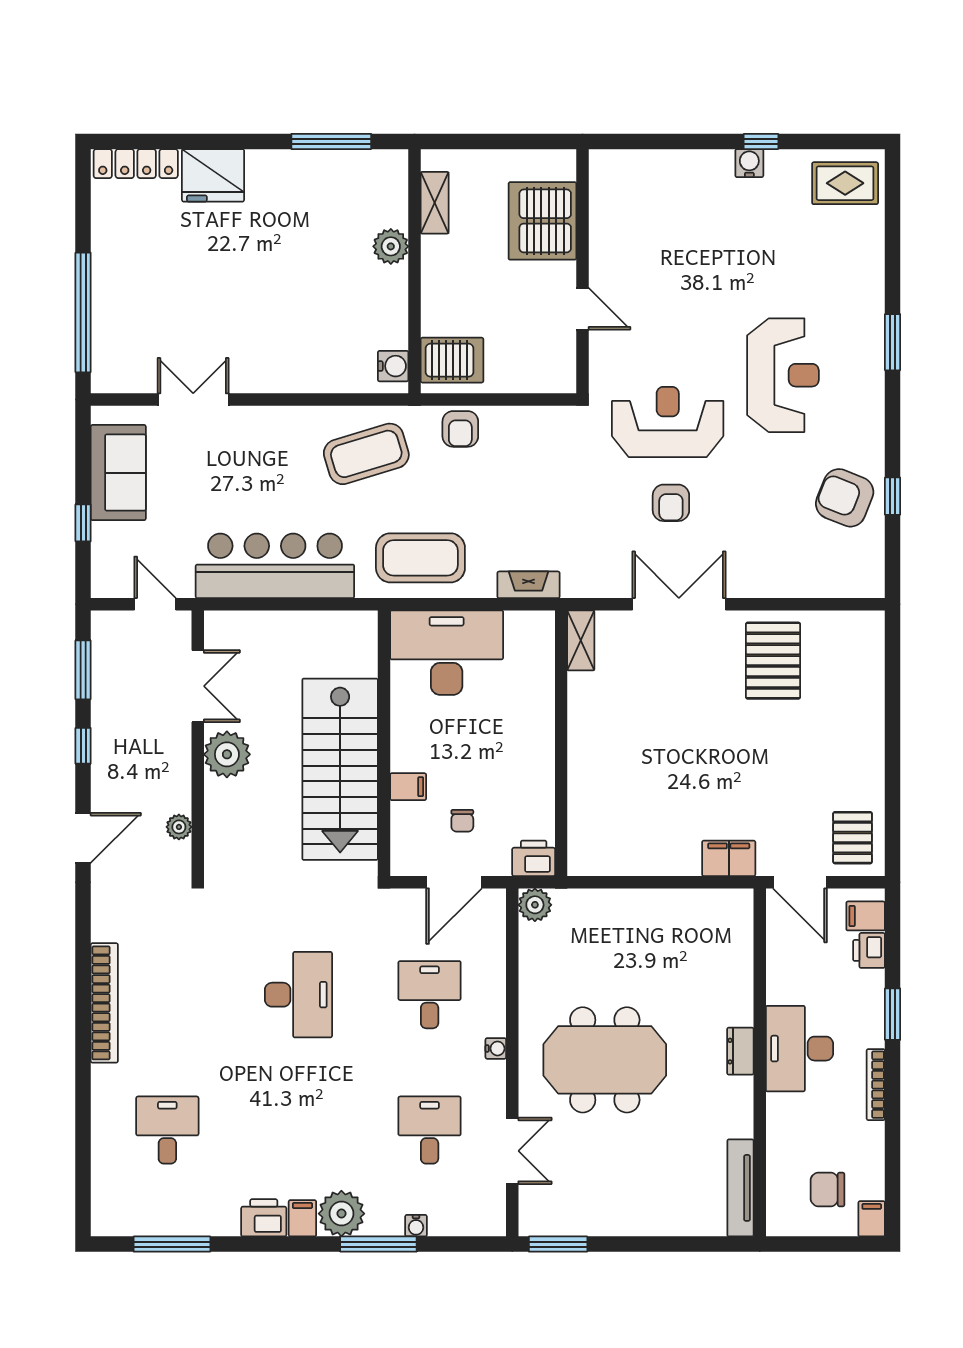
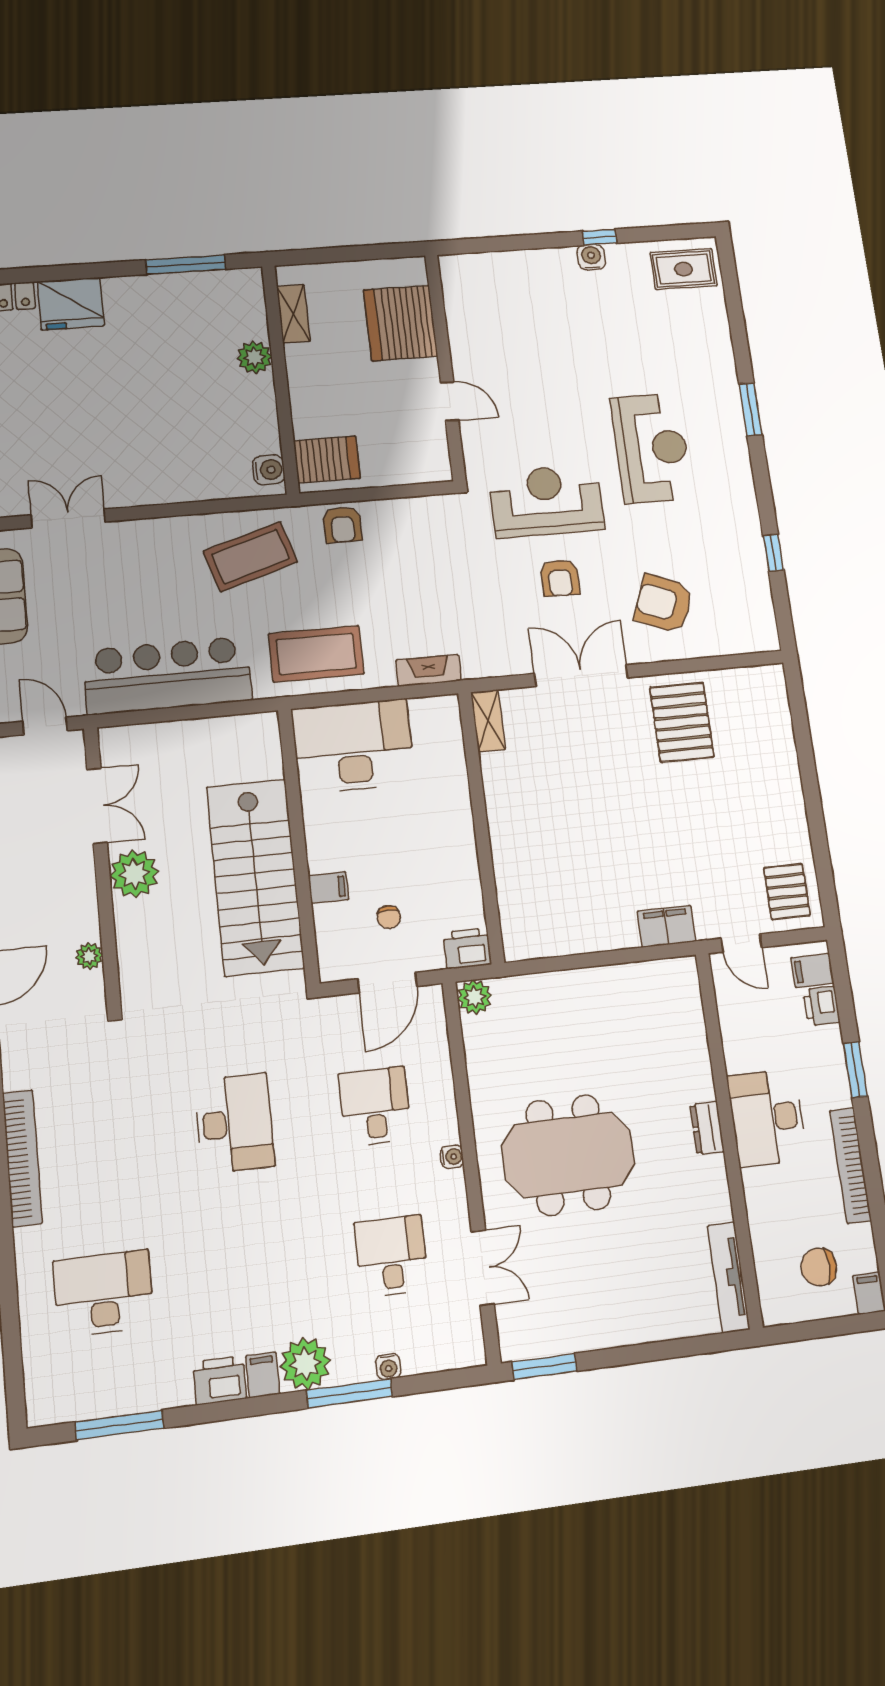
armchair: (845, 498) -> (664, 604), moved
door: (800, 882) -> (742, 943), width x0.73
bookcase: (876, 1085) -> (850, 1165), width x1.48, depth x1.31
desk: (167, 1130) -> (104, 1293), width x1.37

